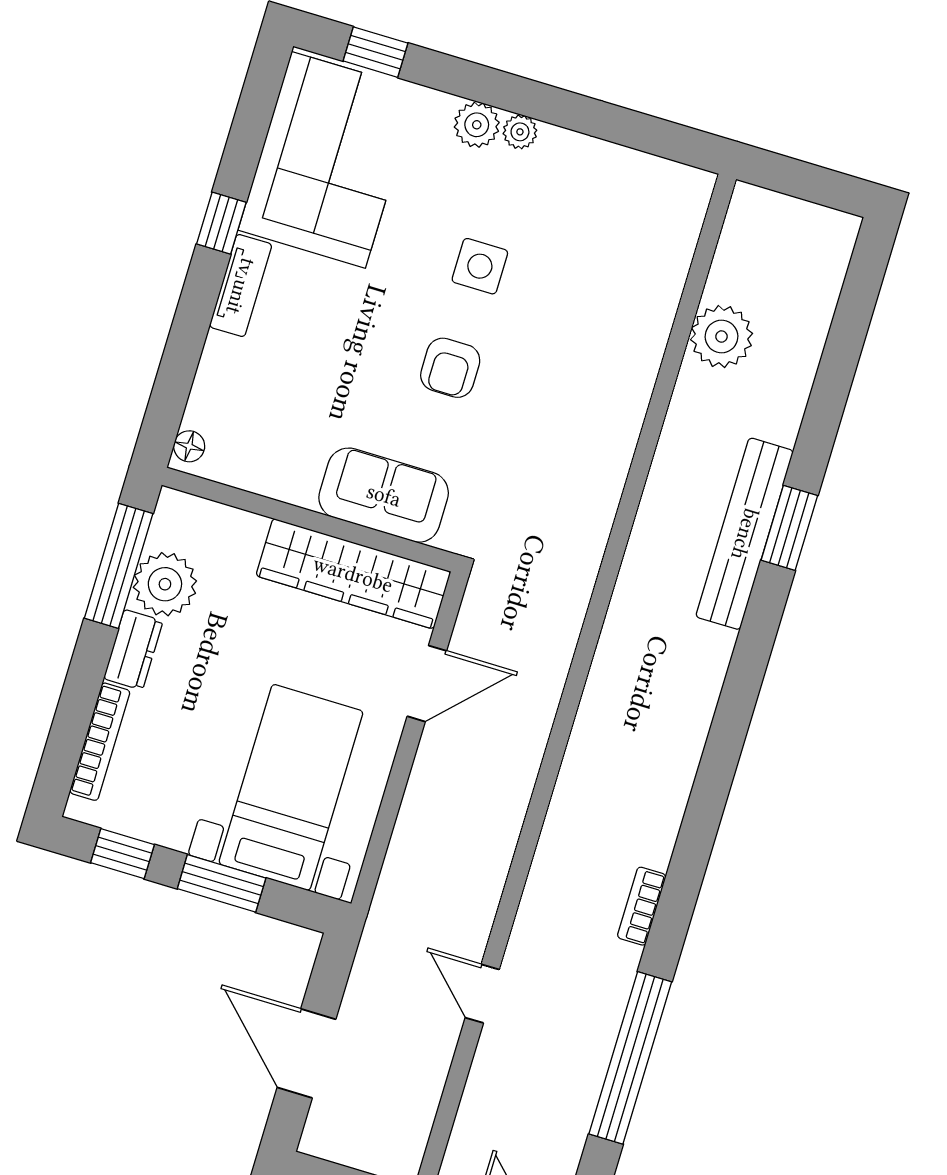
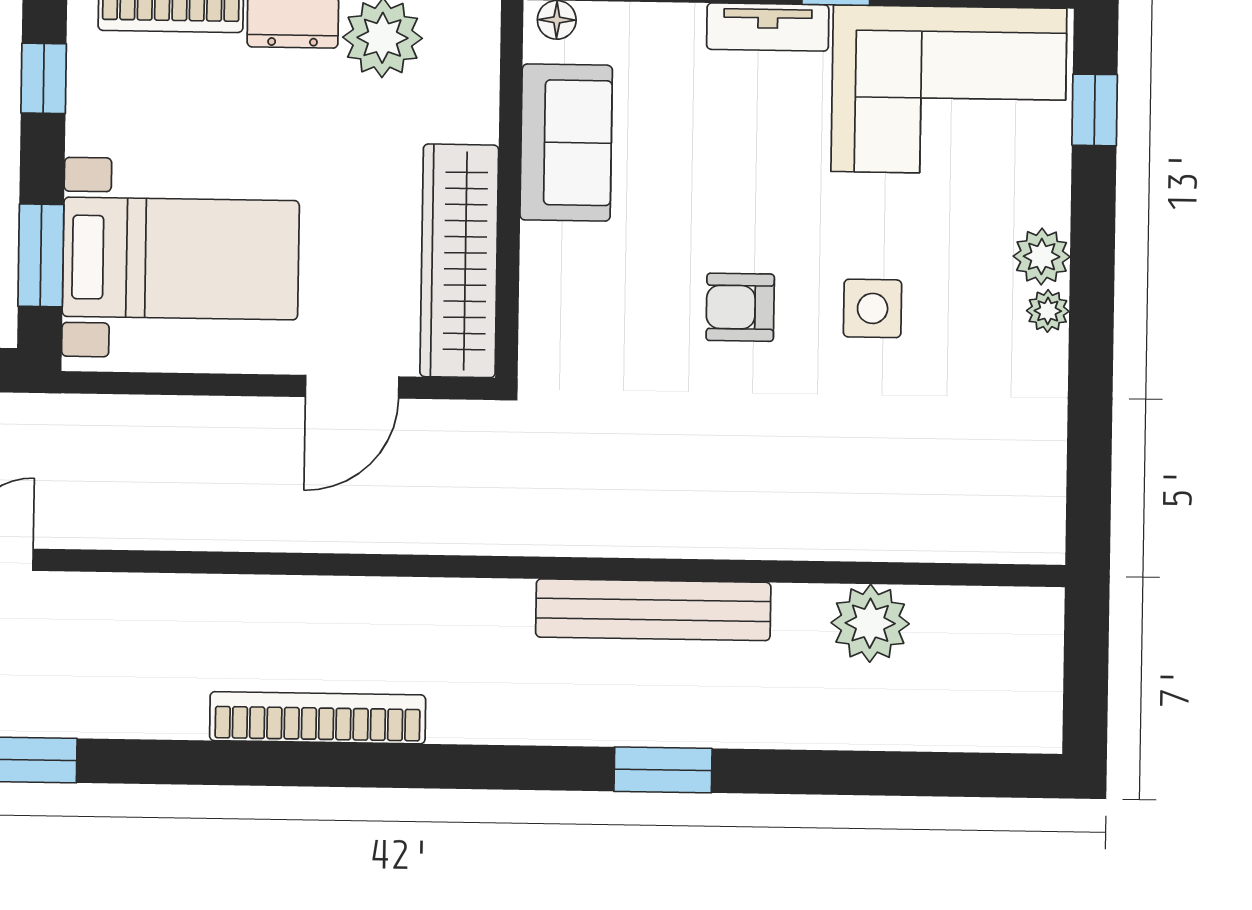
sofa: (384, 495) -> (566, 143), moved
bench: (745, 534) -> (653, 610), moved
door: (427, 684) -> (352, 387), hinge flipped
window: (222, 883) -> (41, 255), moved
bookcase: (642, 906) -> (318, 718), moved, width x2.31, depth x1.31

